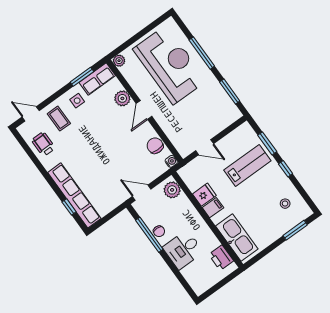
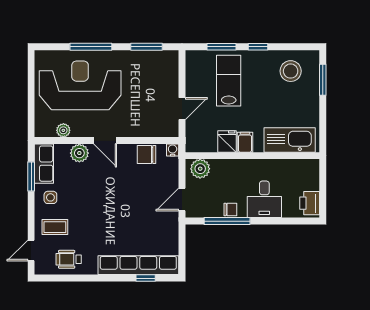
plant: (119, 61) -> (63, 130), moved
stool: (285, 204) -> (291, 71), width x1.89, depth x1.89
printer: (221, 258) -> (310, 203), moved, turned 90

